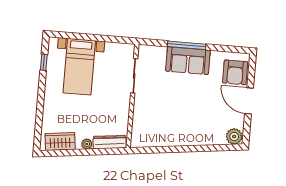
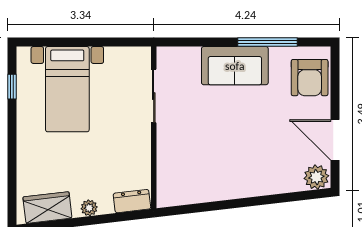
window: (187, 45) -> (268, 42), moved
door: (249, 101) -> (335, 140), moved
dresser: (110, 142) -> (132, 201), width x0.70

